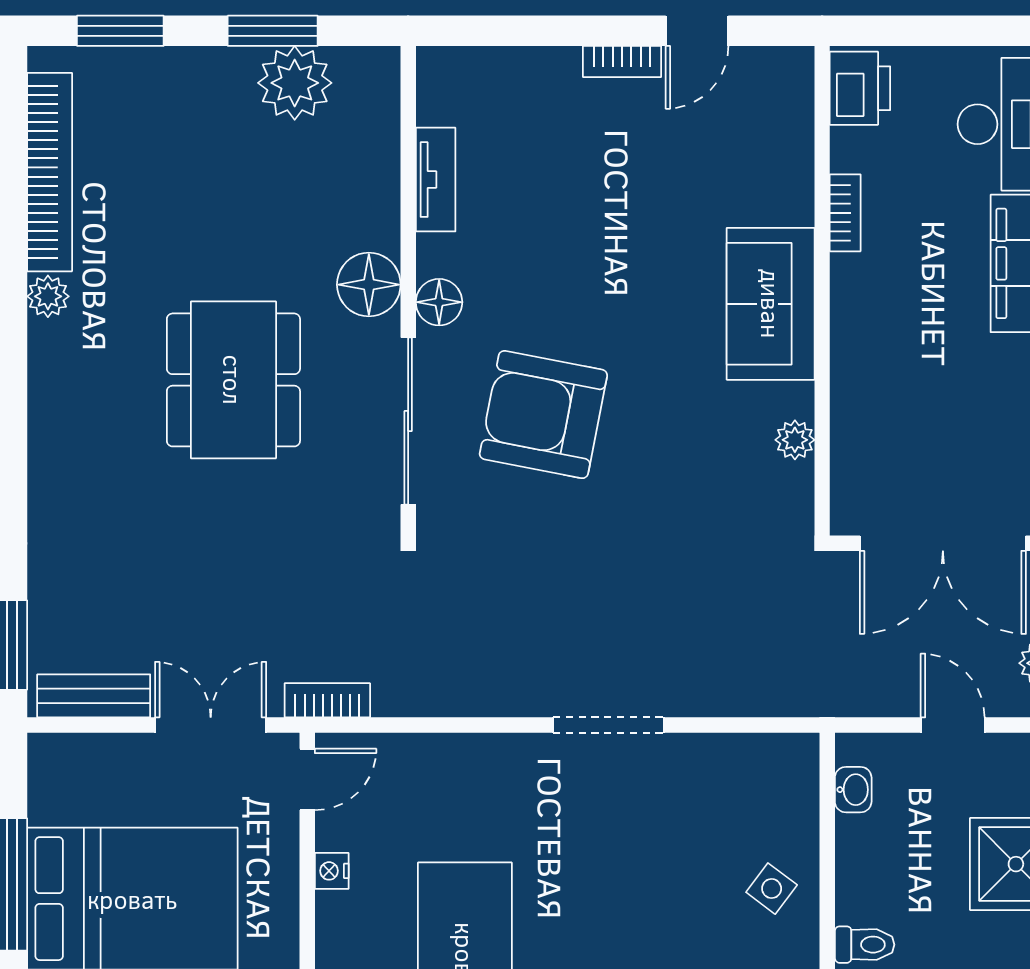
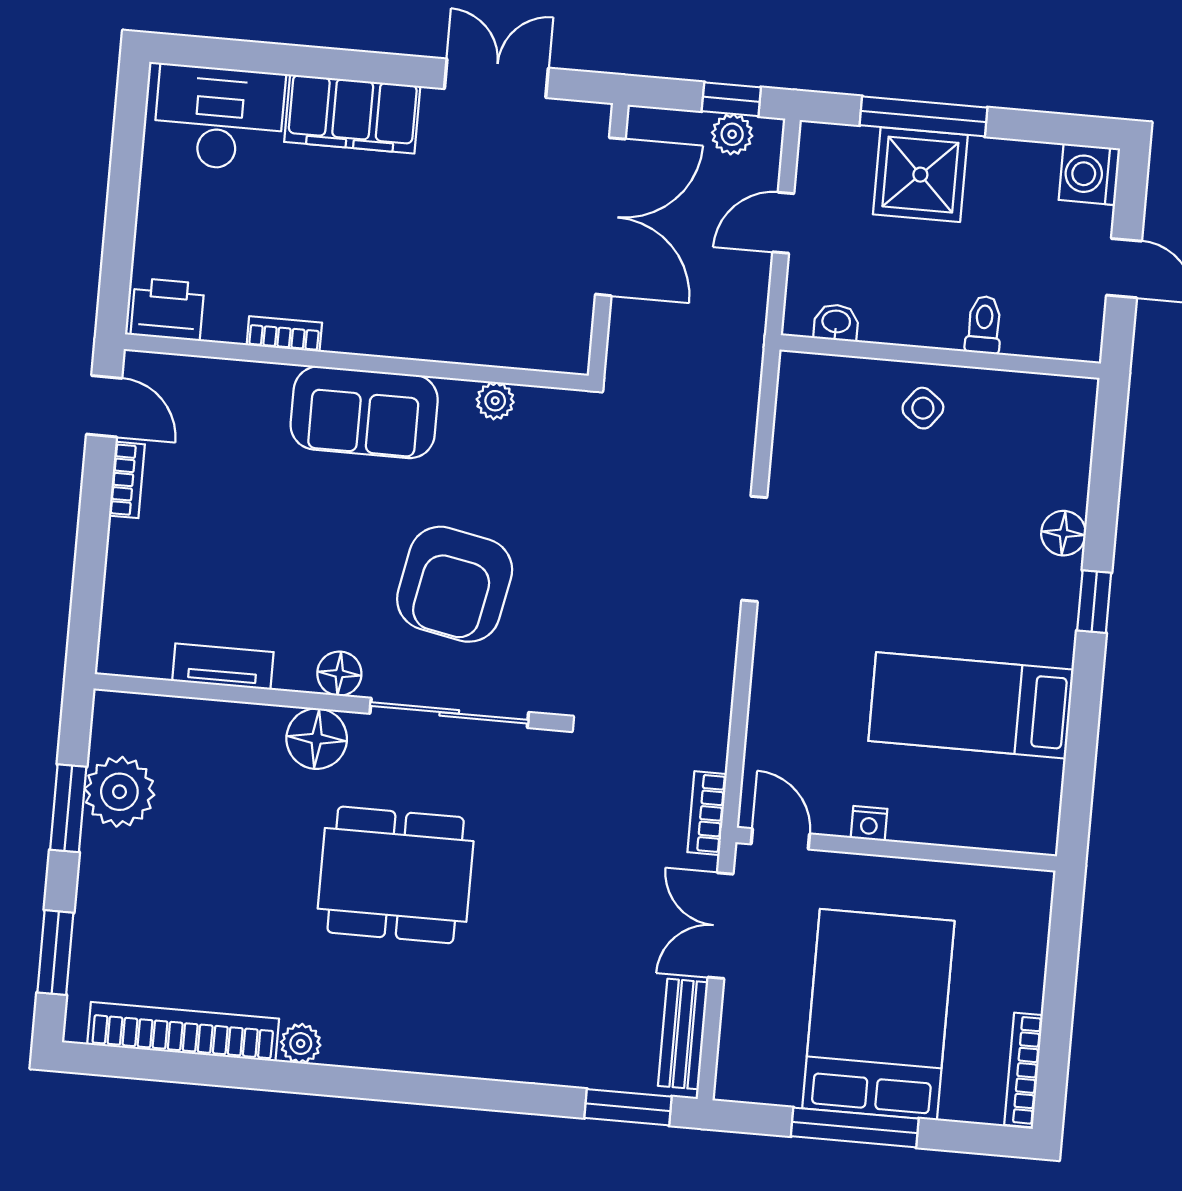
printer: (860, 88) -> (168, 309), moved
bookcase: (845, 213) -> (284, 334), moved
wall: (822, 291) -> (356, 362), moved
sofa: (771, 304) -> (364, 412), moved
plant: (795, 440) -> (495, 401), moved

